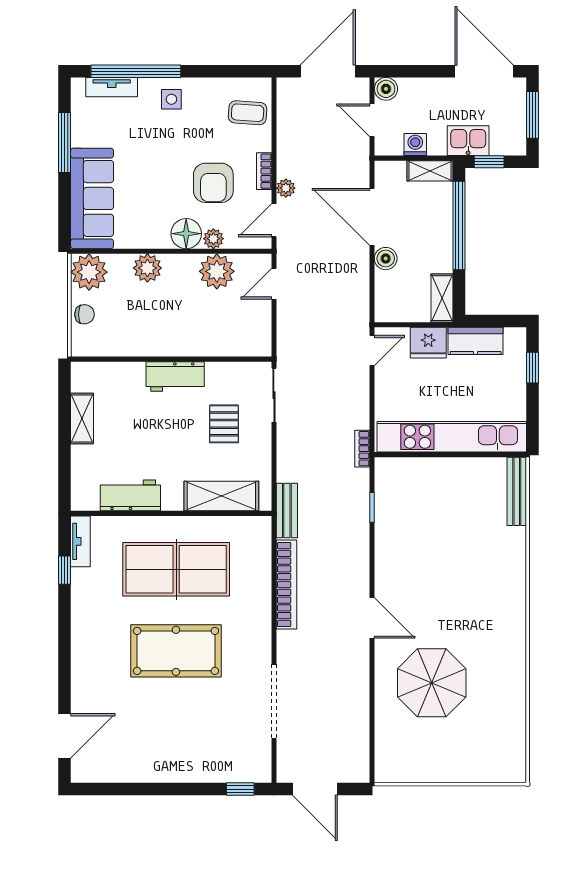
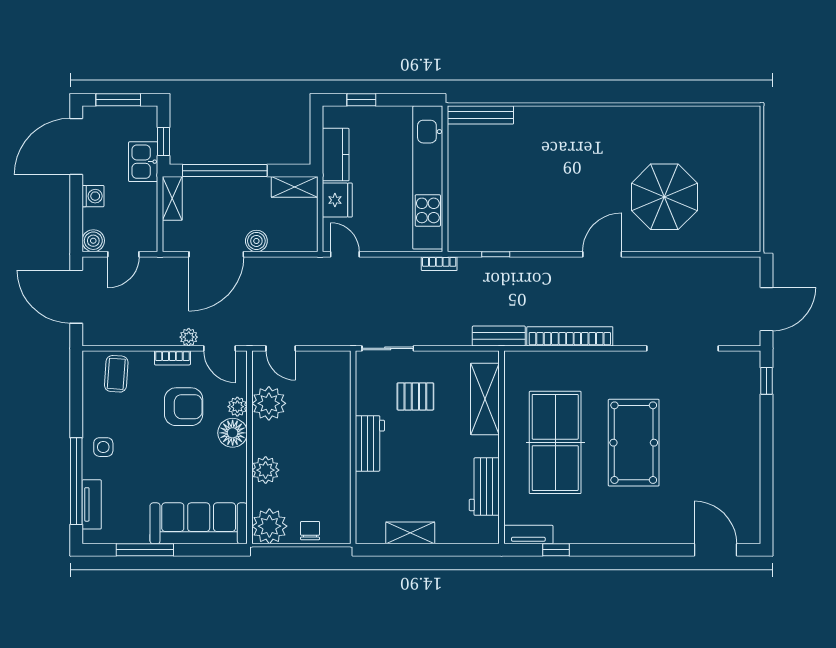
washing machine: (415, 145) -> (93, 196), moved, turned 180

